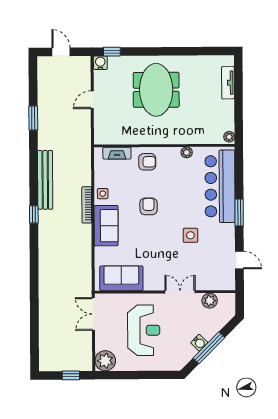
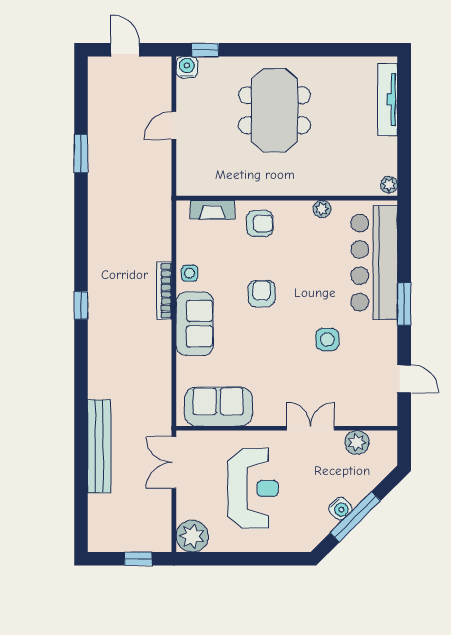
tv unit: (228, 83) -> (388, 100), width x1.41
bench: (45, 180) -> (99, 446), moved

